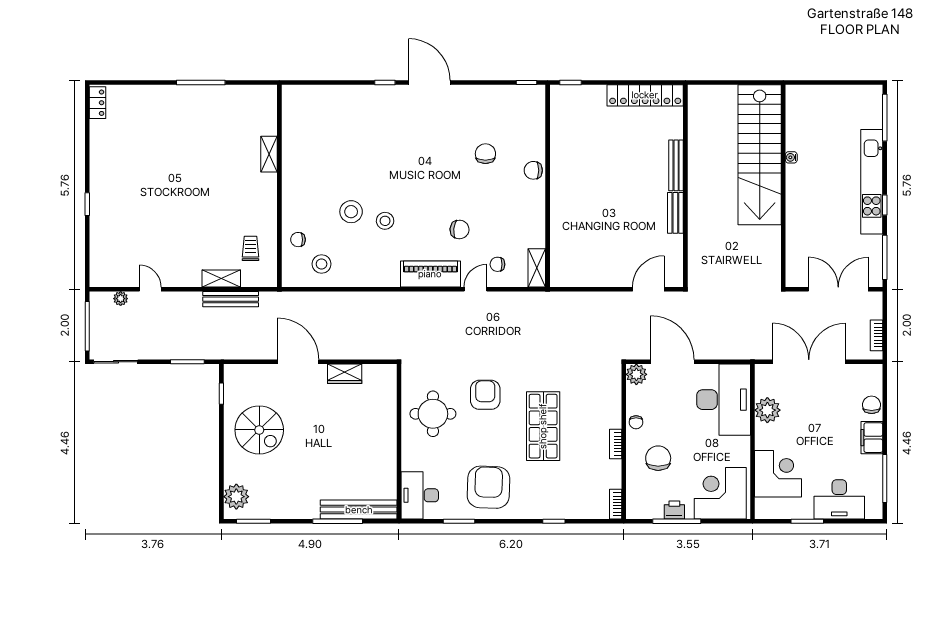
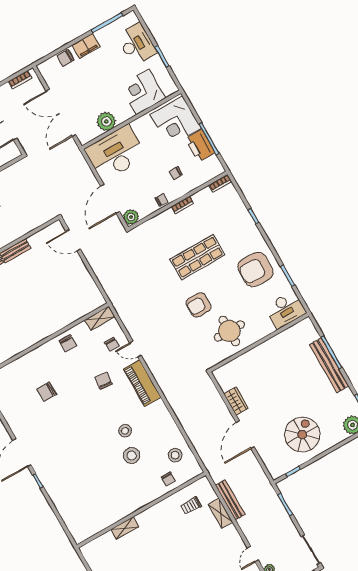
chair: (533, 170) -> (68, 343), moved
chair: (658, 458) -> (176, 173), width x0.54, depth x0.54
bench: (359, 510) -> (329, 365), moved
printer: (674, 510) -> (200, 146), width x1.87, depth x1.48

